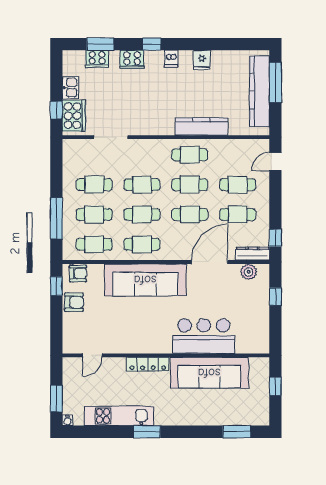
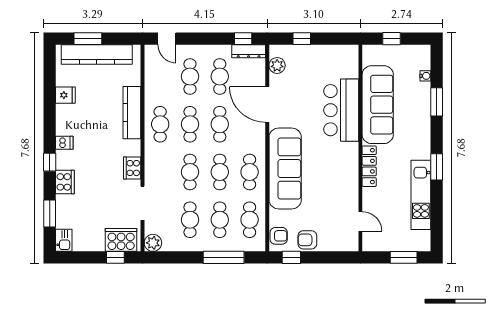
cooker: (97, 59) -> (132, 168), moved, turned 180
fridge: (202, 60) -> (65, 95), moved
window: (275, 82) -> (88, 39), width x0.69
kitchen sink: (70, 88) -> (64, 240), moved, turned 90
plant: (71, 148) -> (153, 243), added
dresser: (253, 254) -> (249, 51), moved, turned -90
armchair: (78, 273) -> (279, 236), turned 90
armchair: (74, 302) -> (307, 240), turned -90
water cooler: (68, 420) -> (425, 76), moved
window: (237, 432) -> (437, 102), moved

